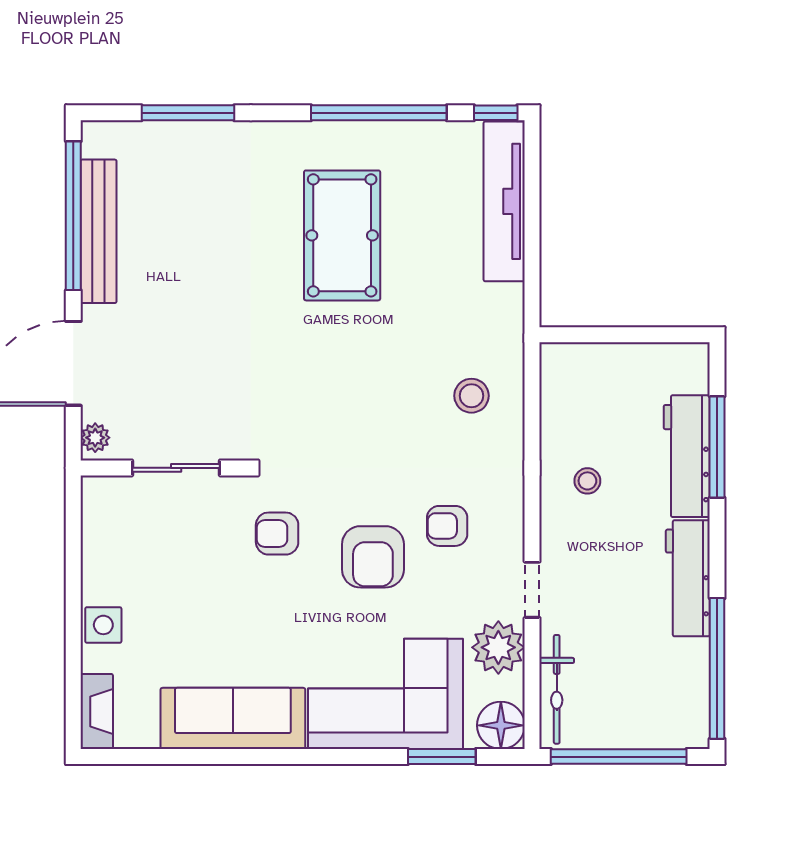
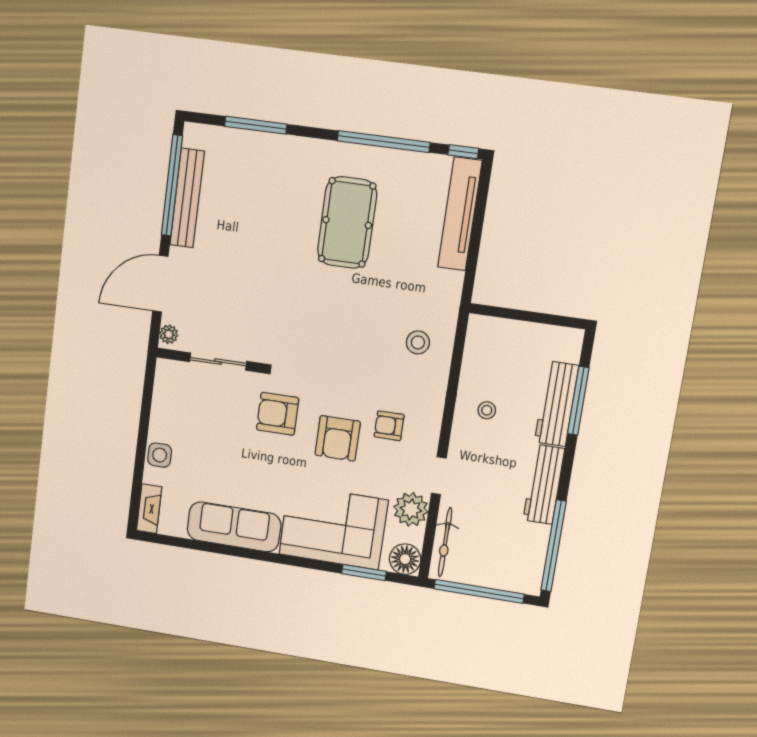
armchair: (277, 534) -> (278, 414), width x1.38, depth x1.38

